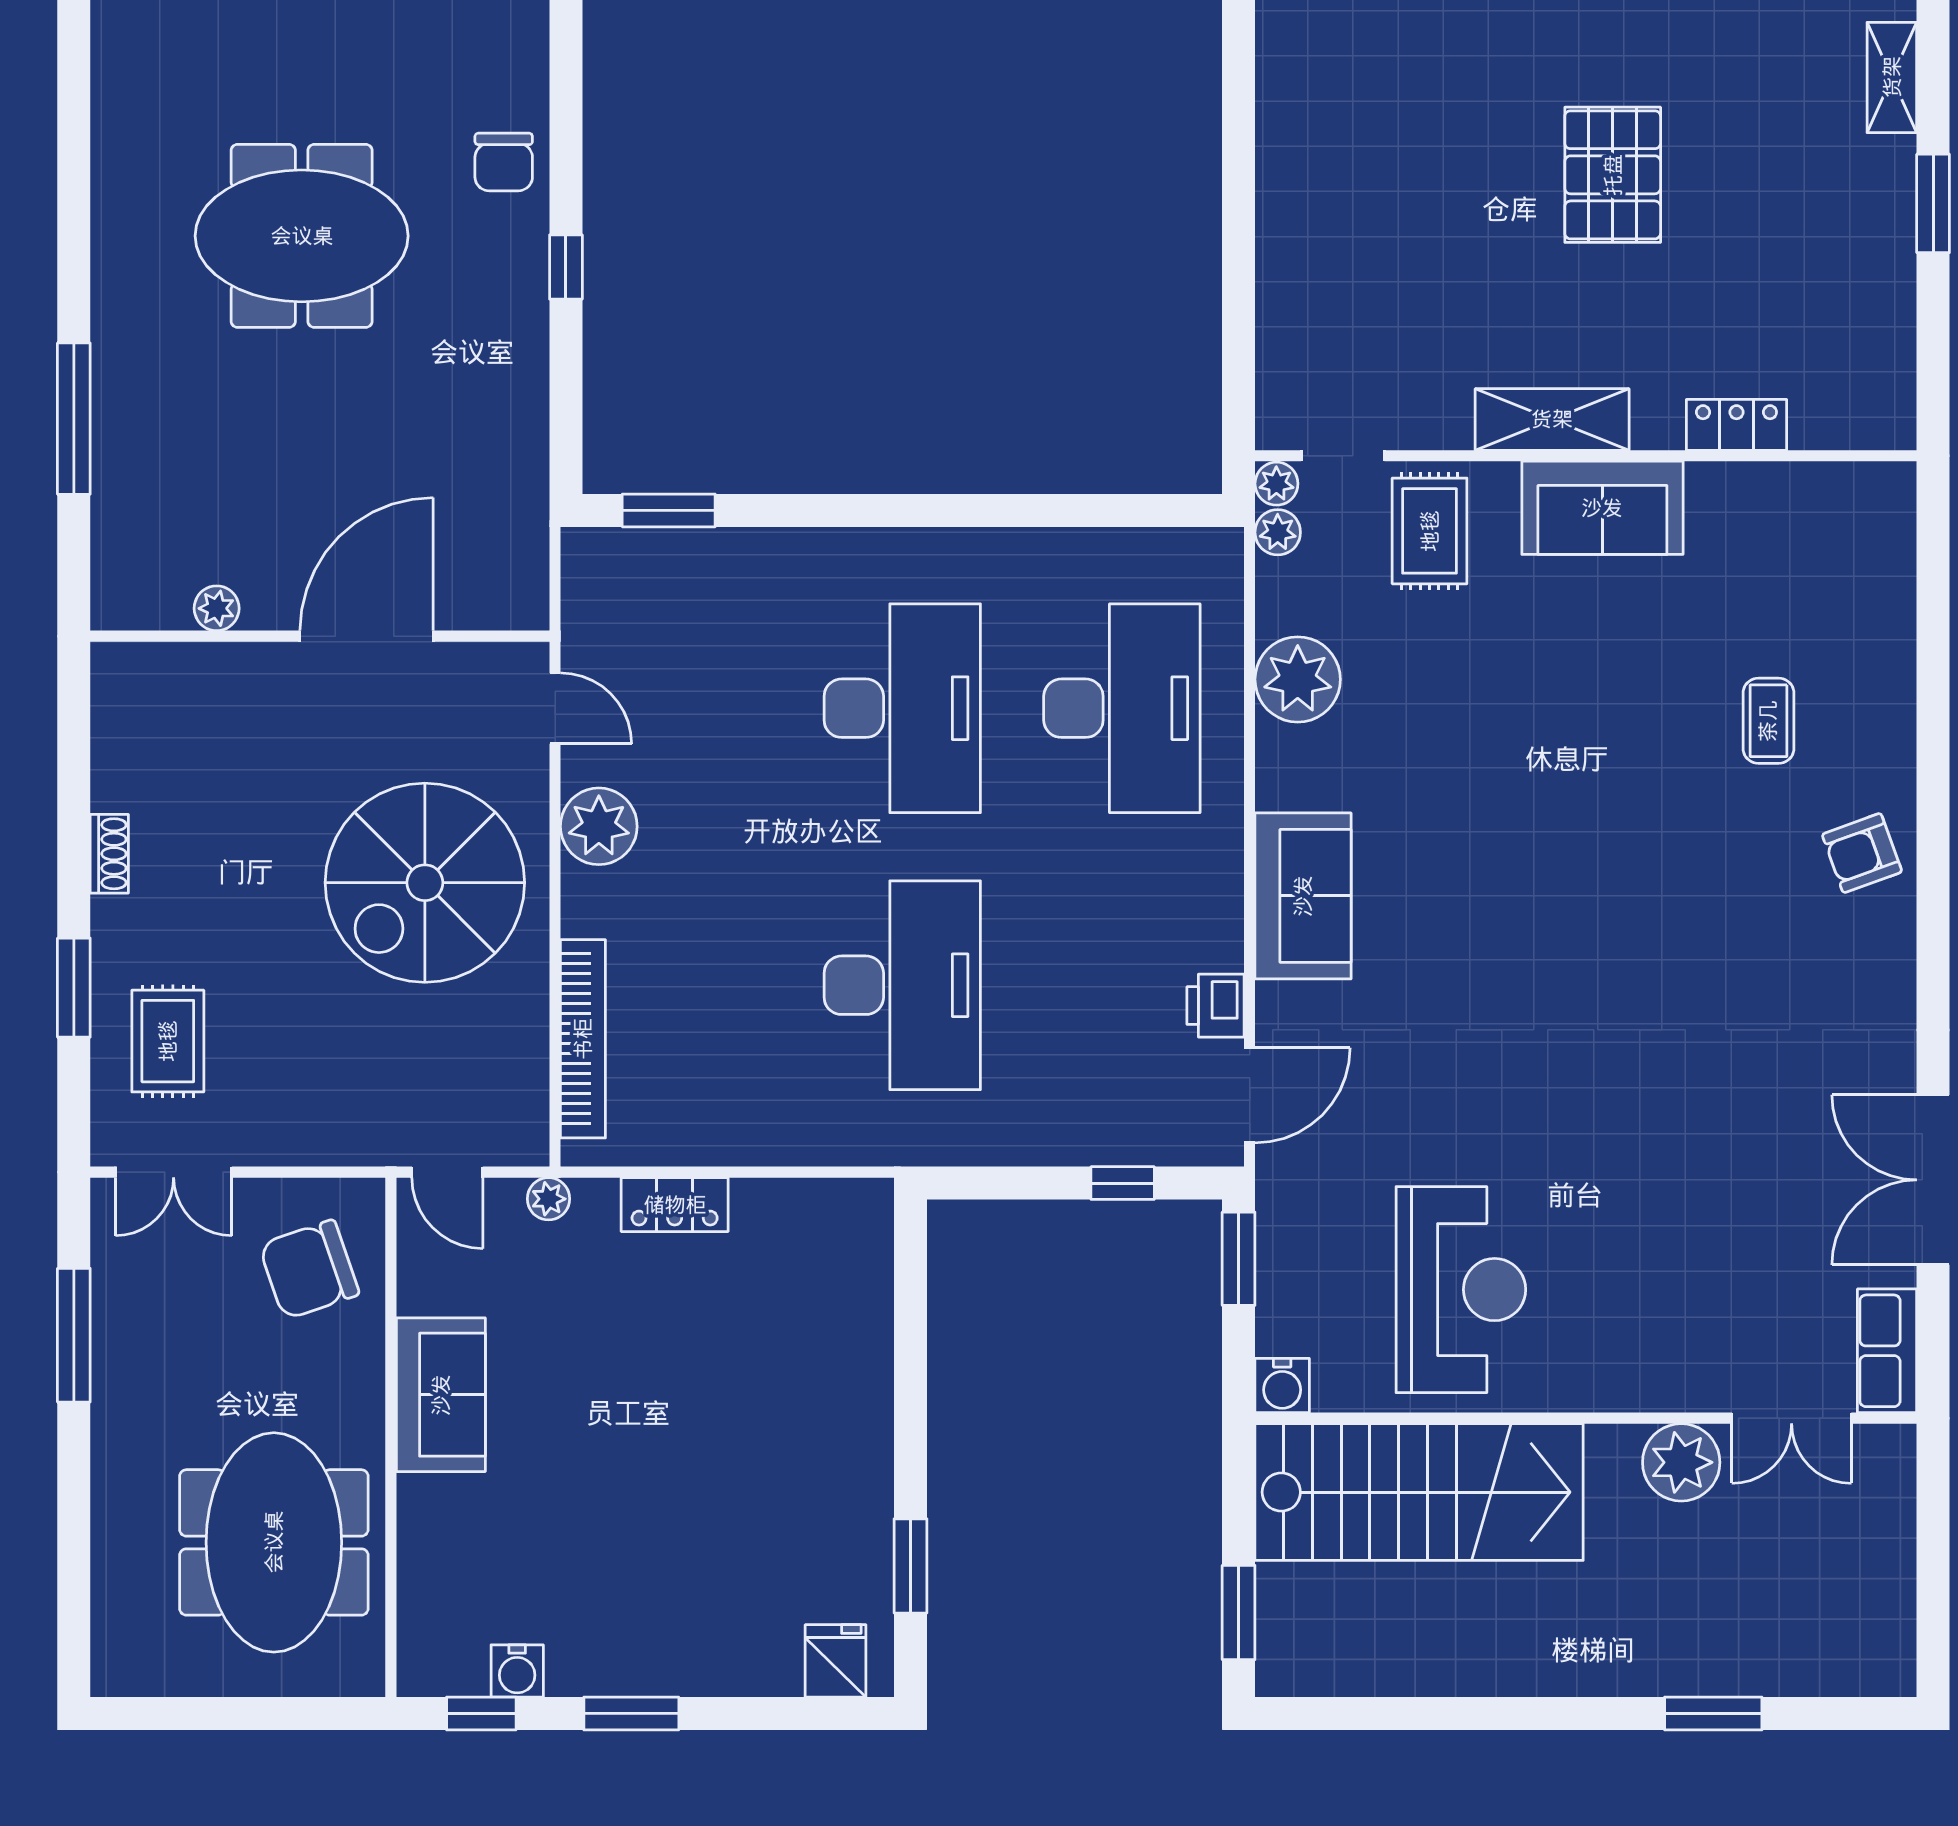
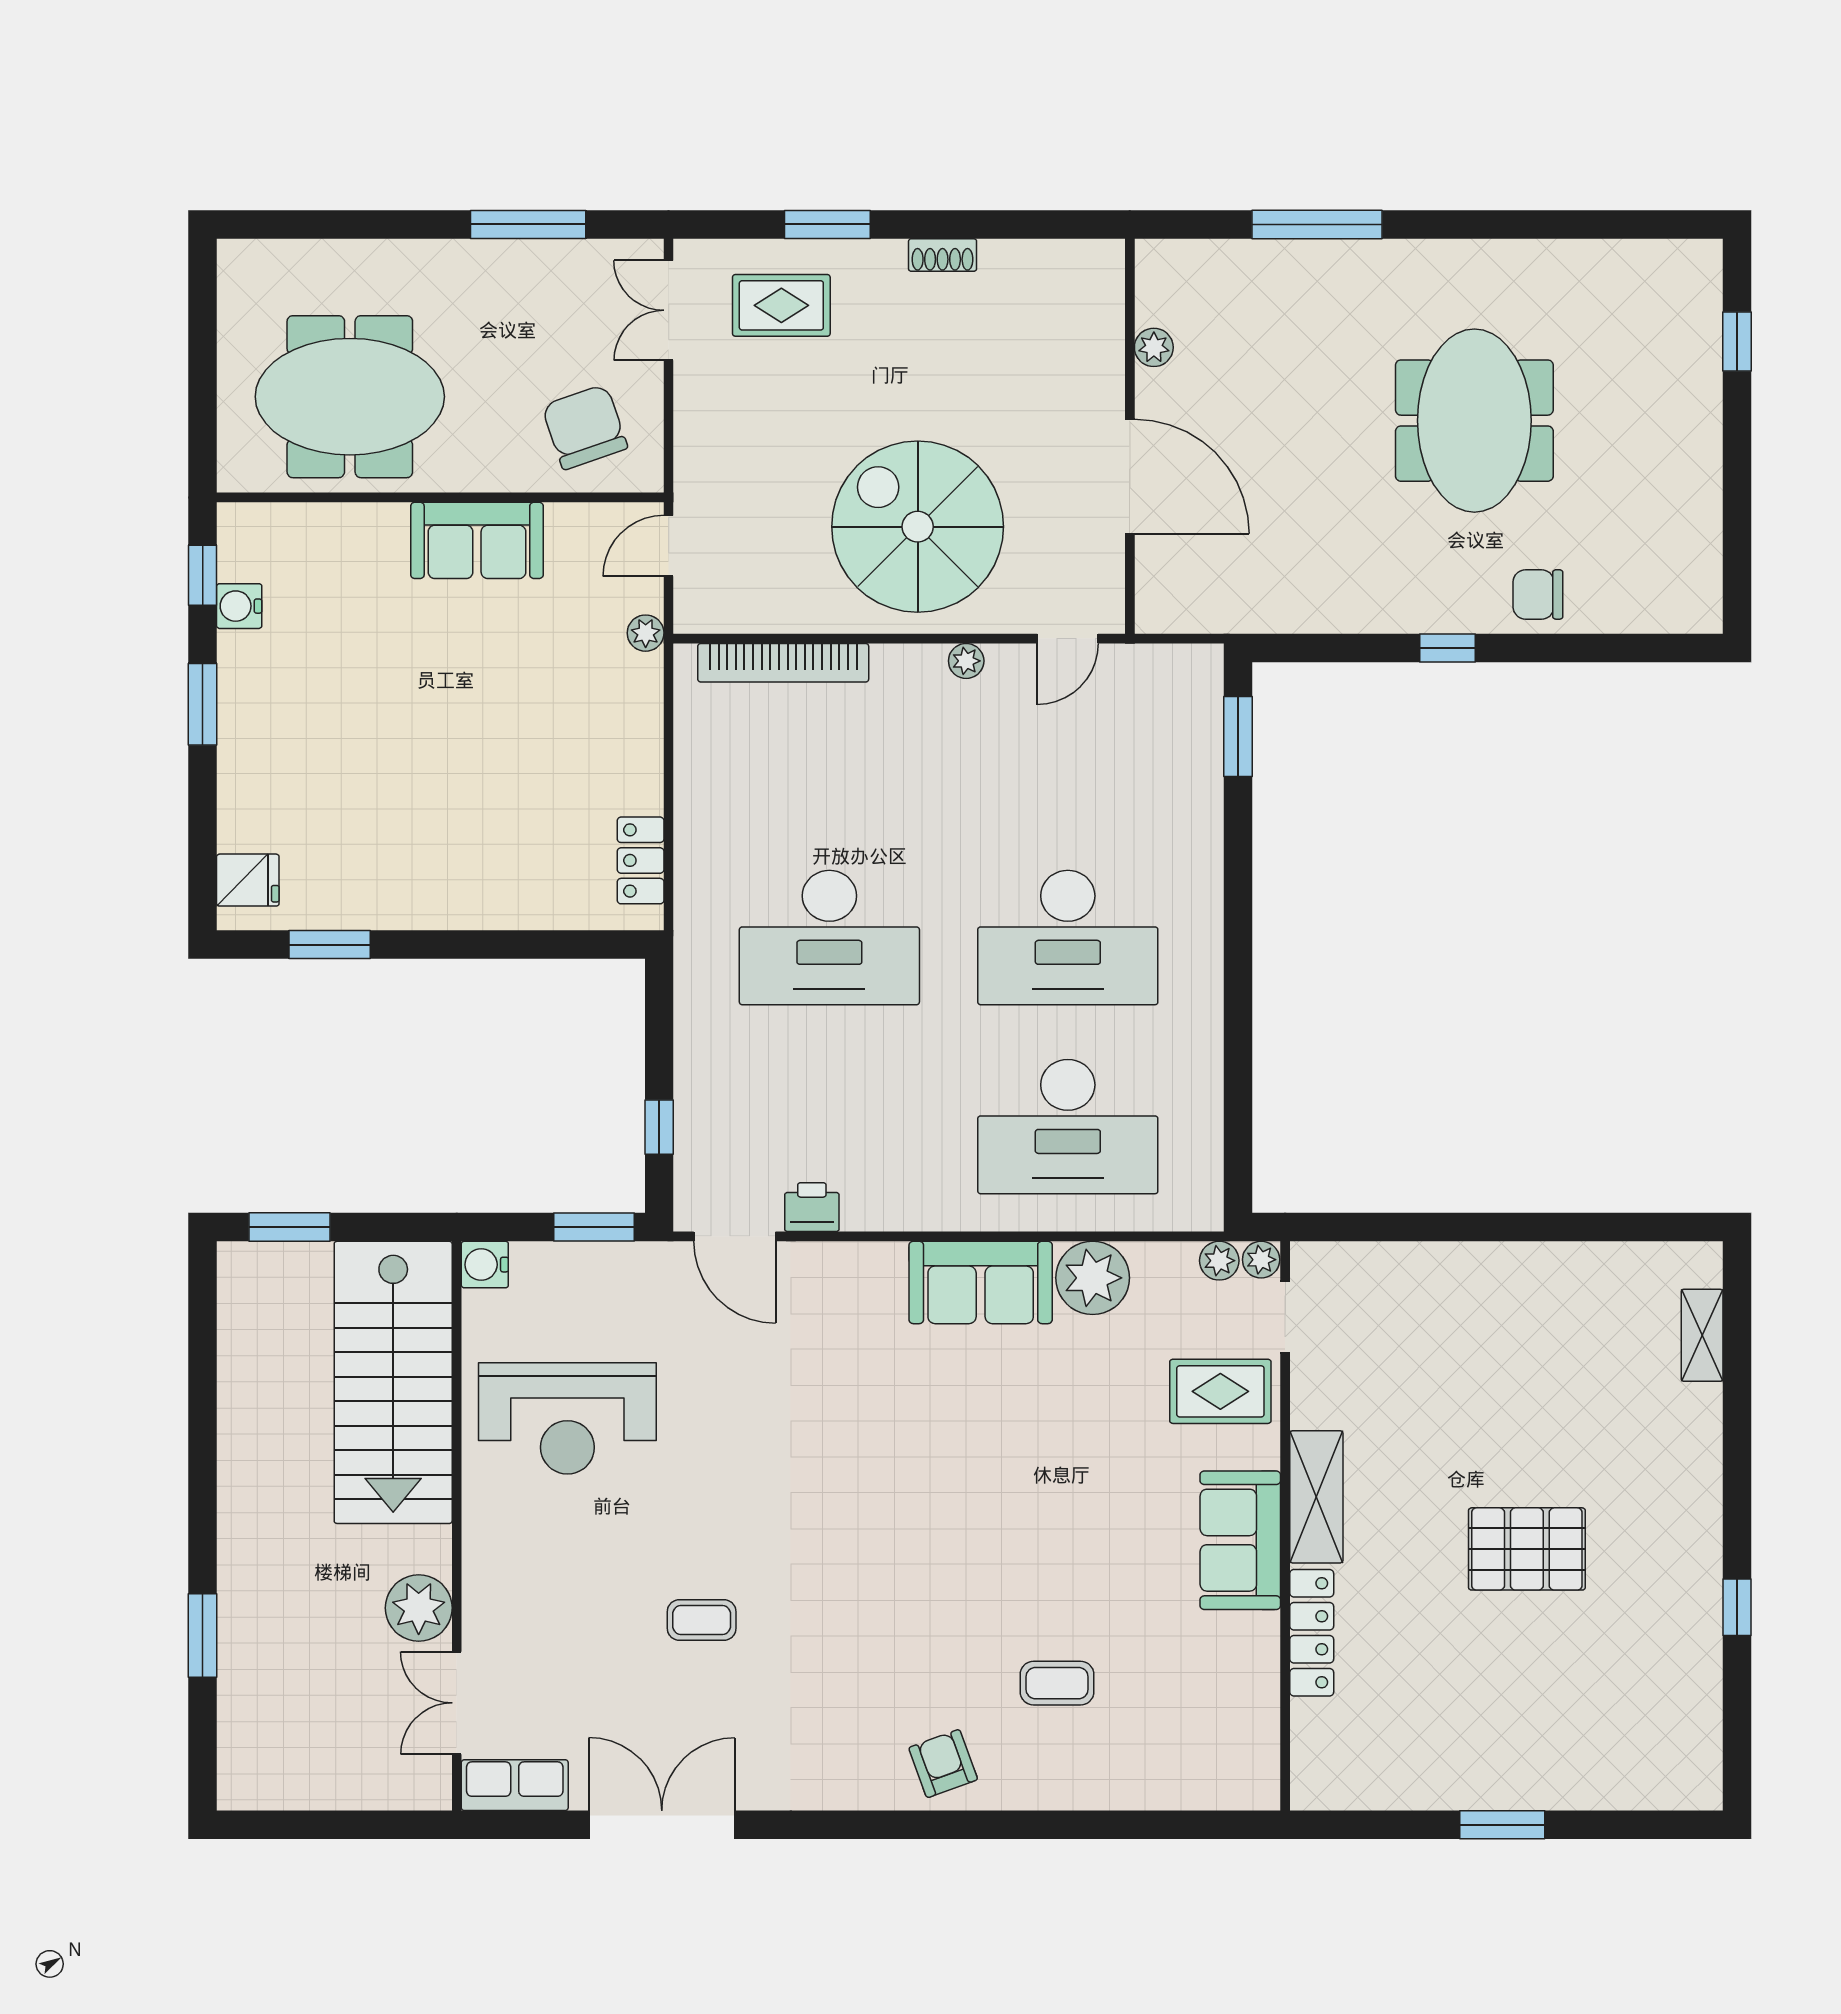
shelving: (1892, 77) -> (1611, 1789), removed
locker: (1736, 425) -> (1312, 1633), width x1.53
plant: (599, 826) -> (966, 661), width x0.53, depth x0.53
sofa: (1303, 896) -> (981, 1282), moved
coffee table: (1695, 1134) -> (702, 1620), added
locker: (675, 1205) -> (641, 860), moved

